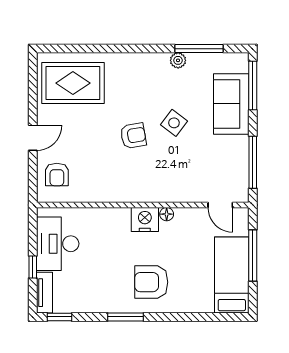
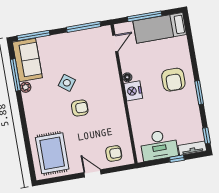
sofa: (231, 104) -> (27, 60), moved, turned -90
armchair: (133, 136) -> (80, 108), turned 100

